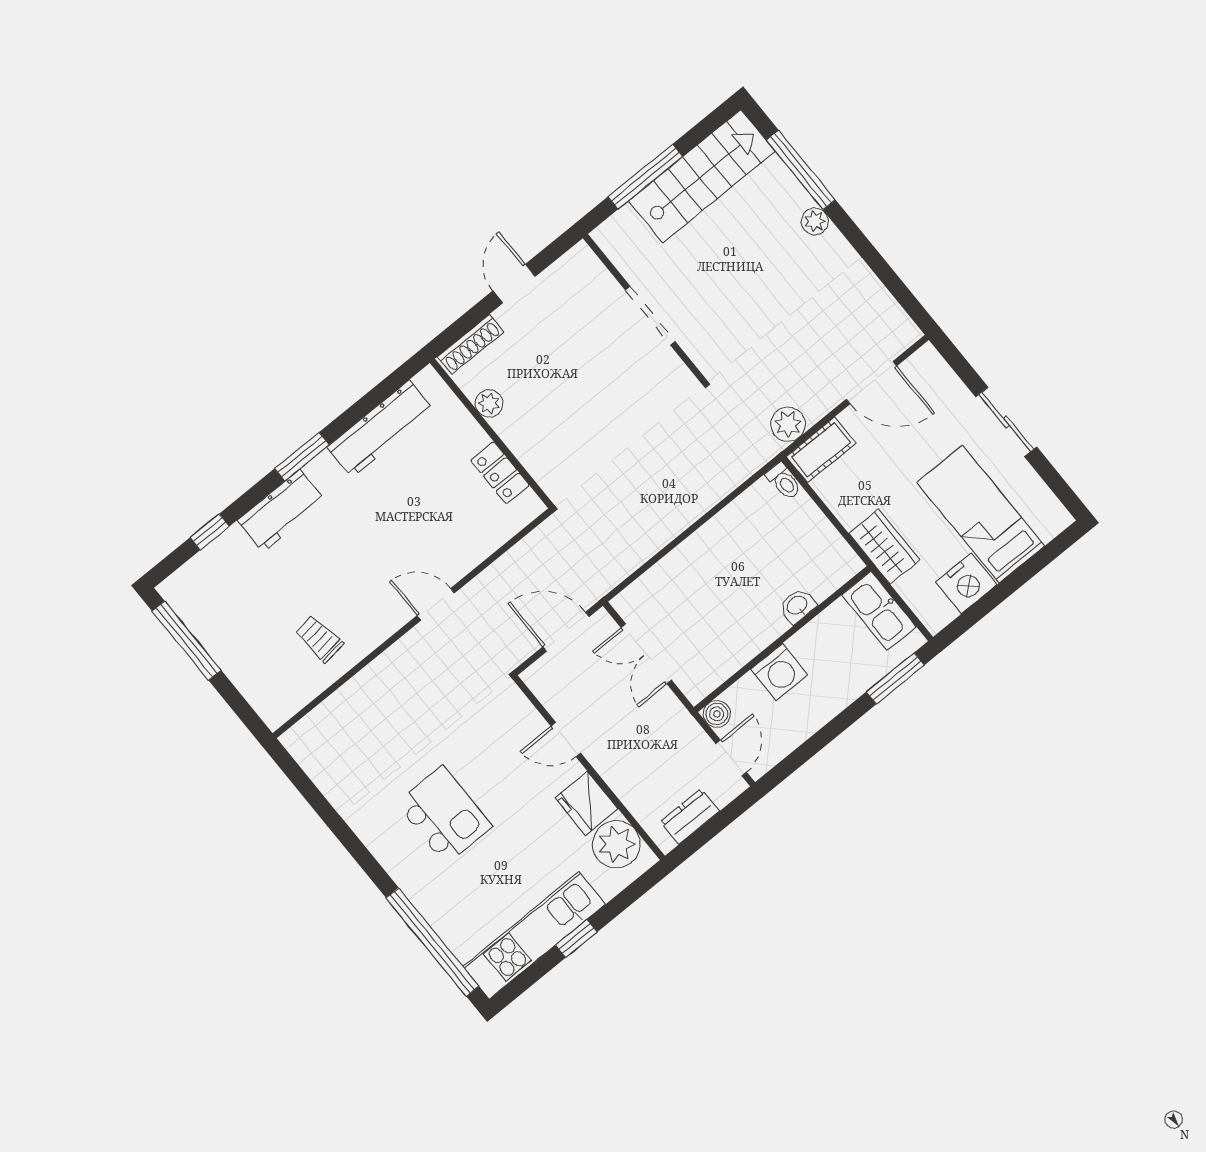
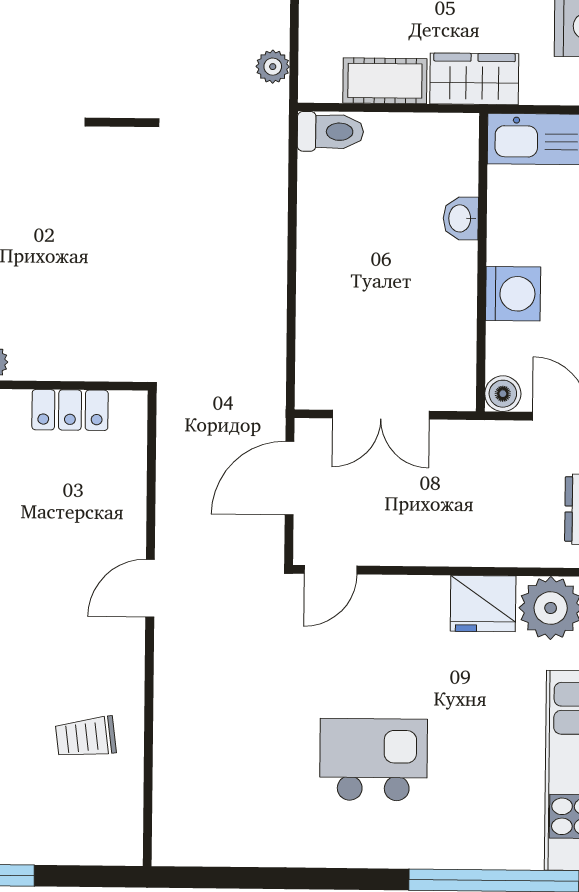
plant: (788, 424) -> (273, 67), width x0.73, depth x0.73
cot: (821, 450) -> (385, 81), moved, turned 90
toilet: (784, 481) -> (330, 132), width x1.37, depth x1.39
door: (566, 740) -> (331, 570), moved

